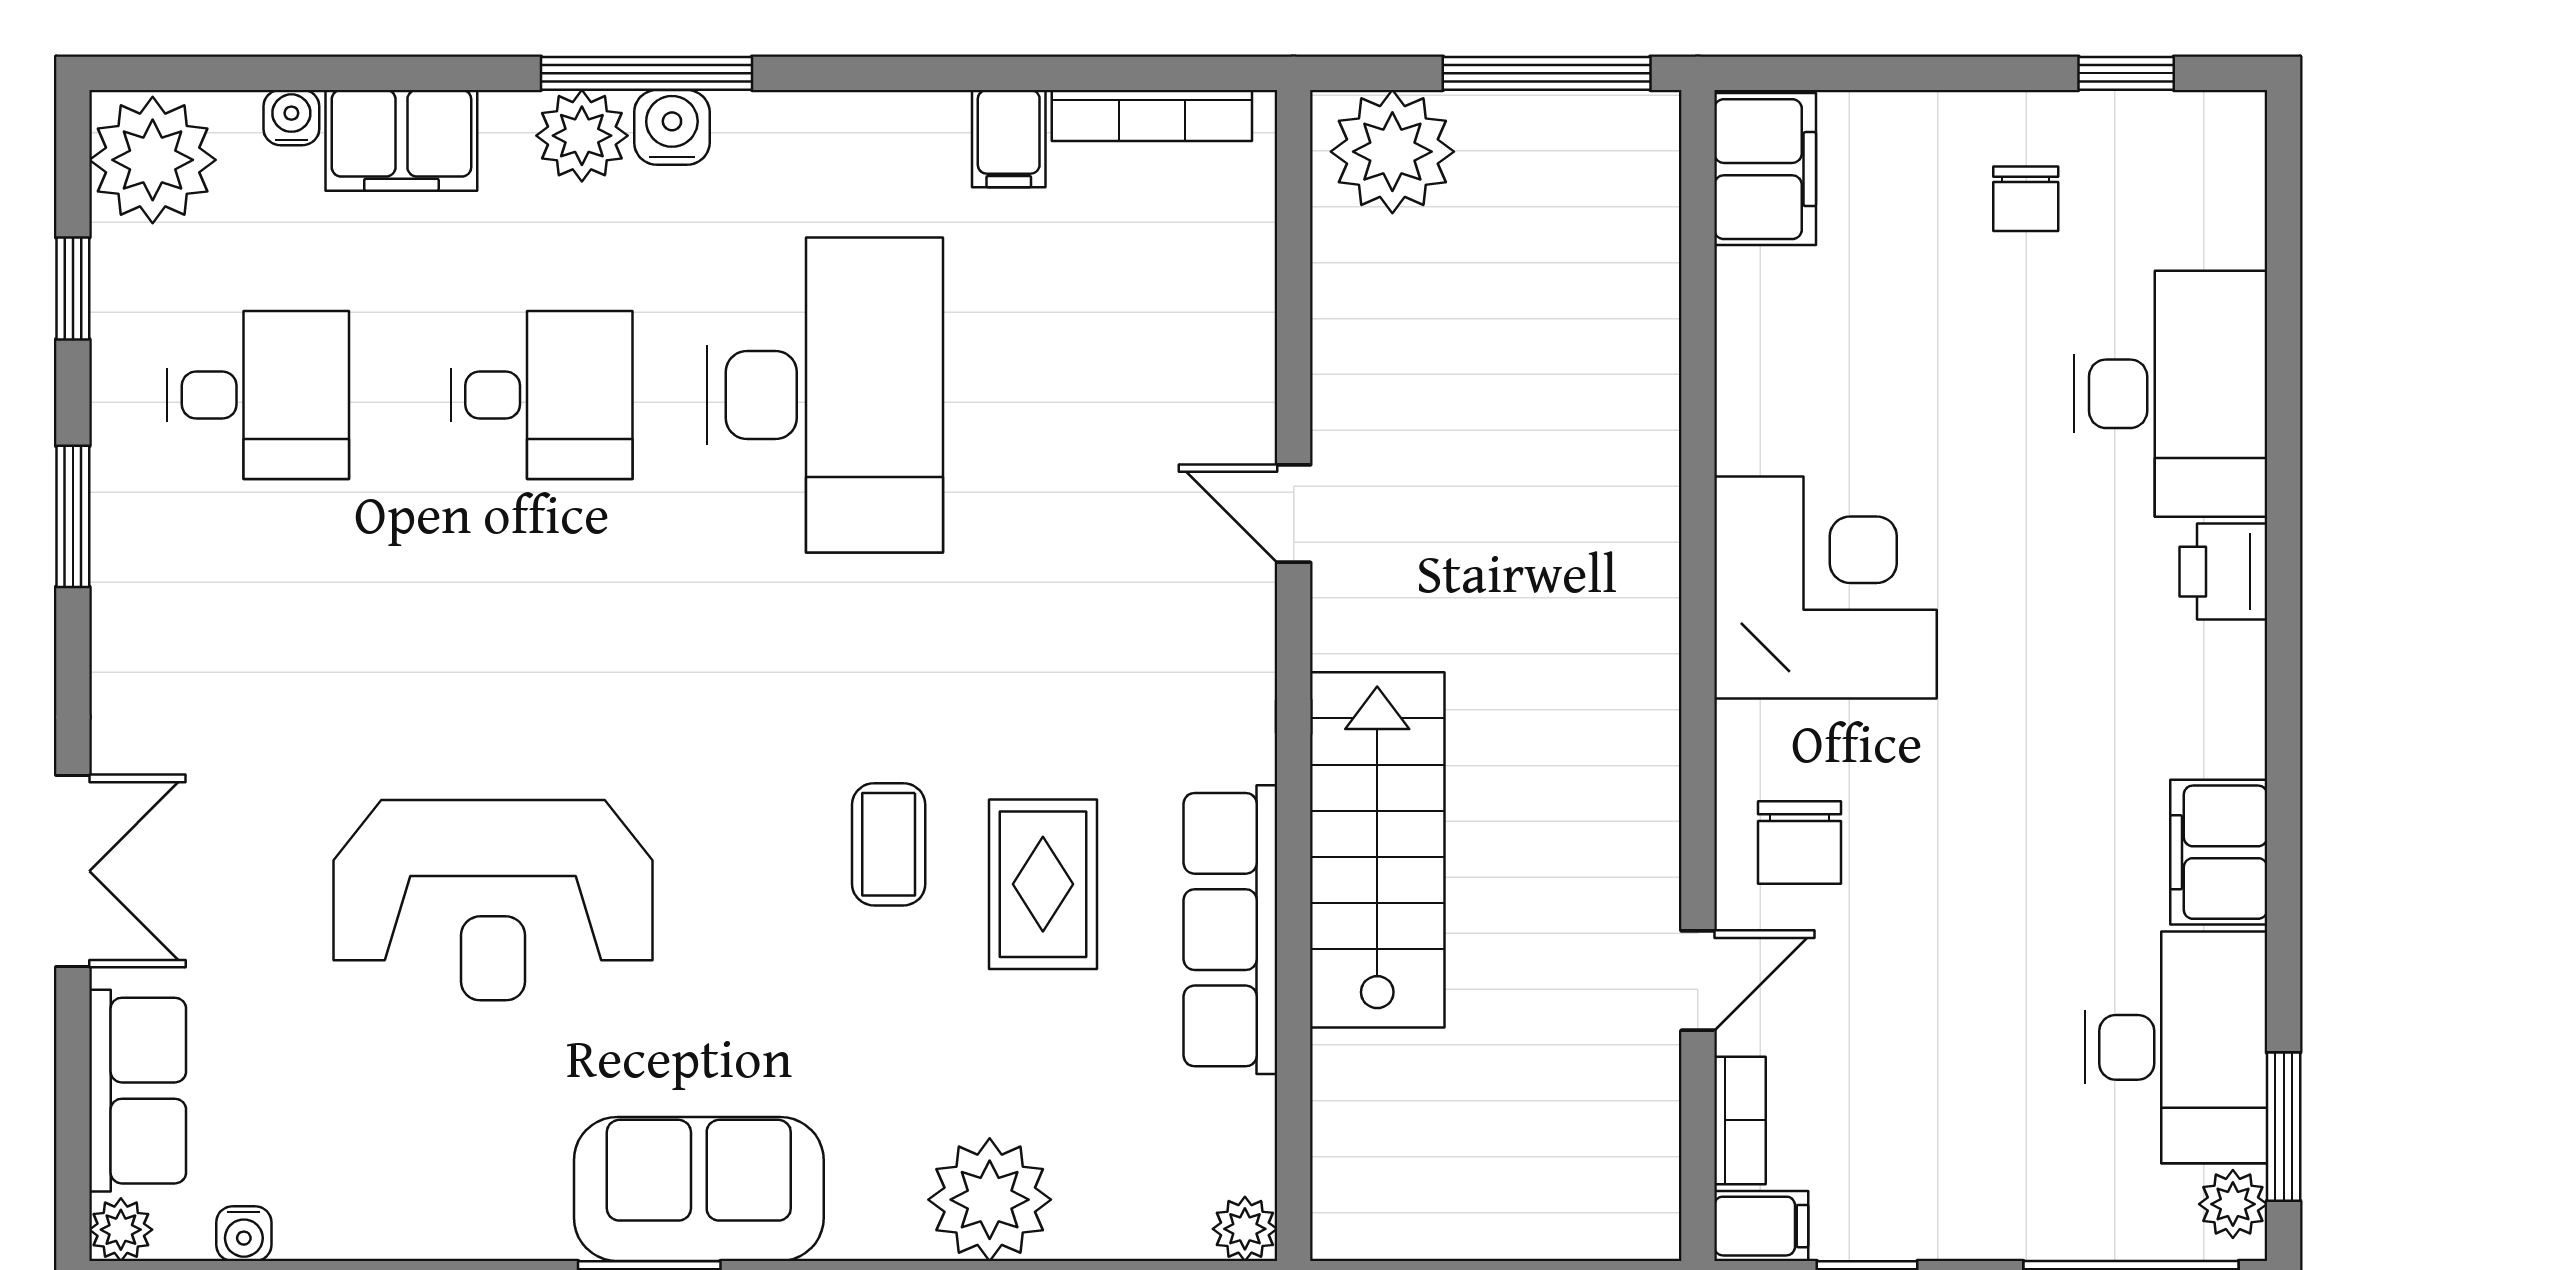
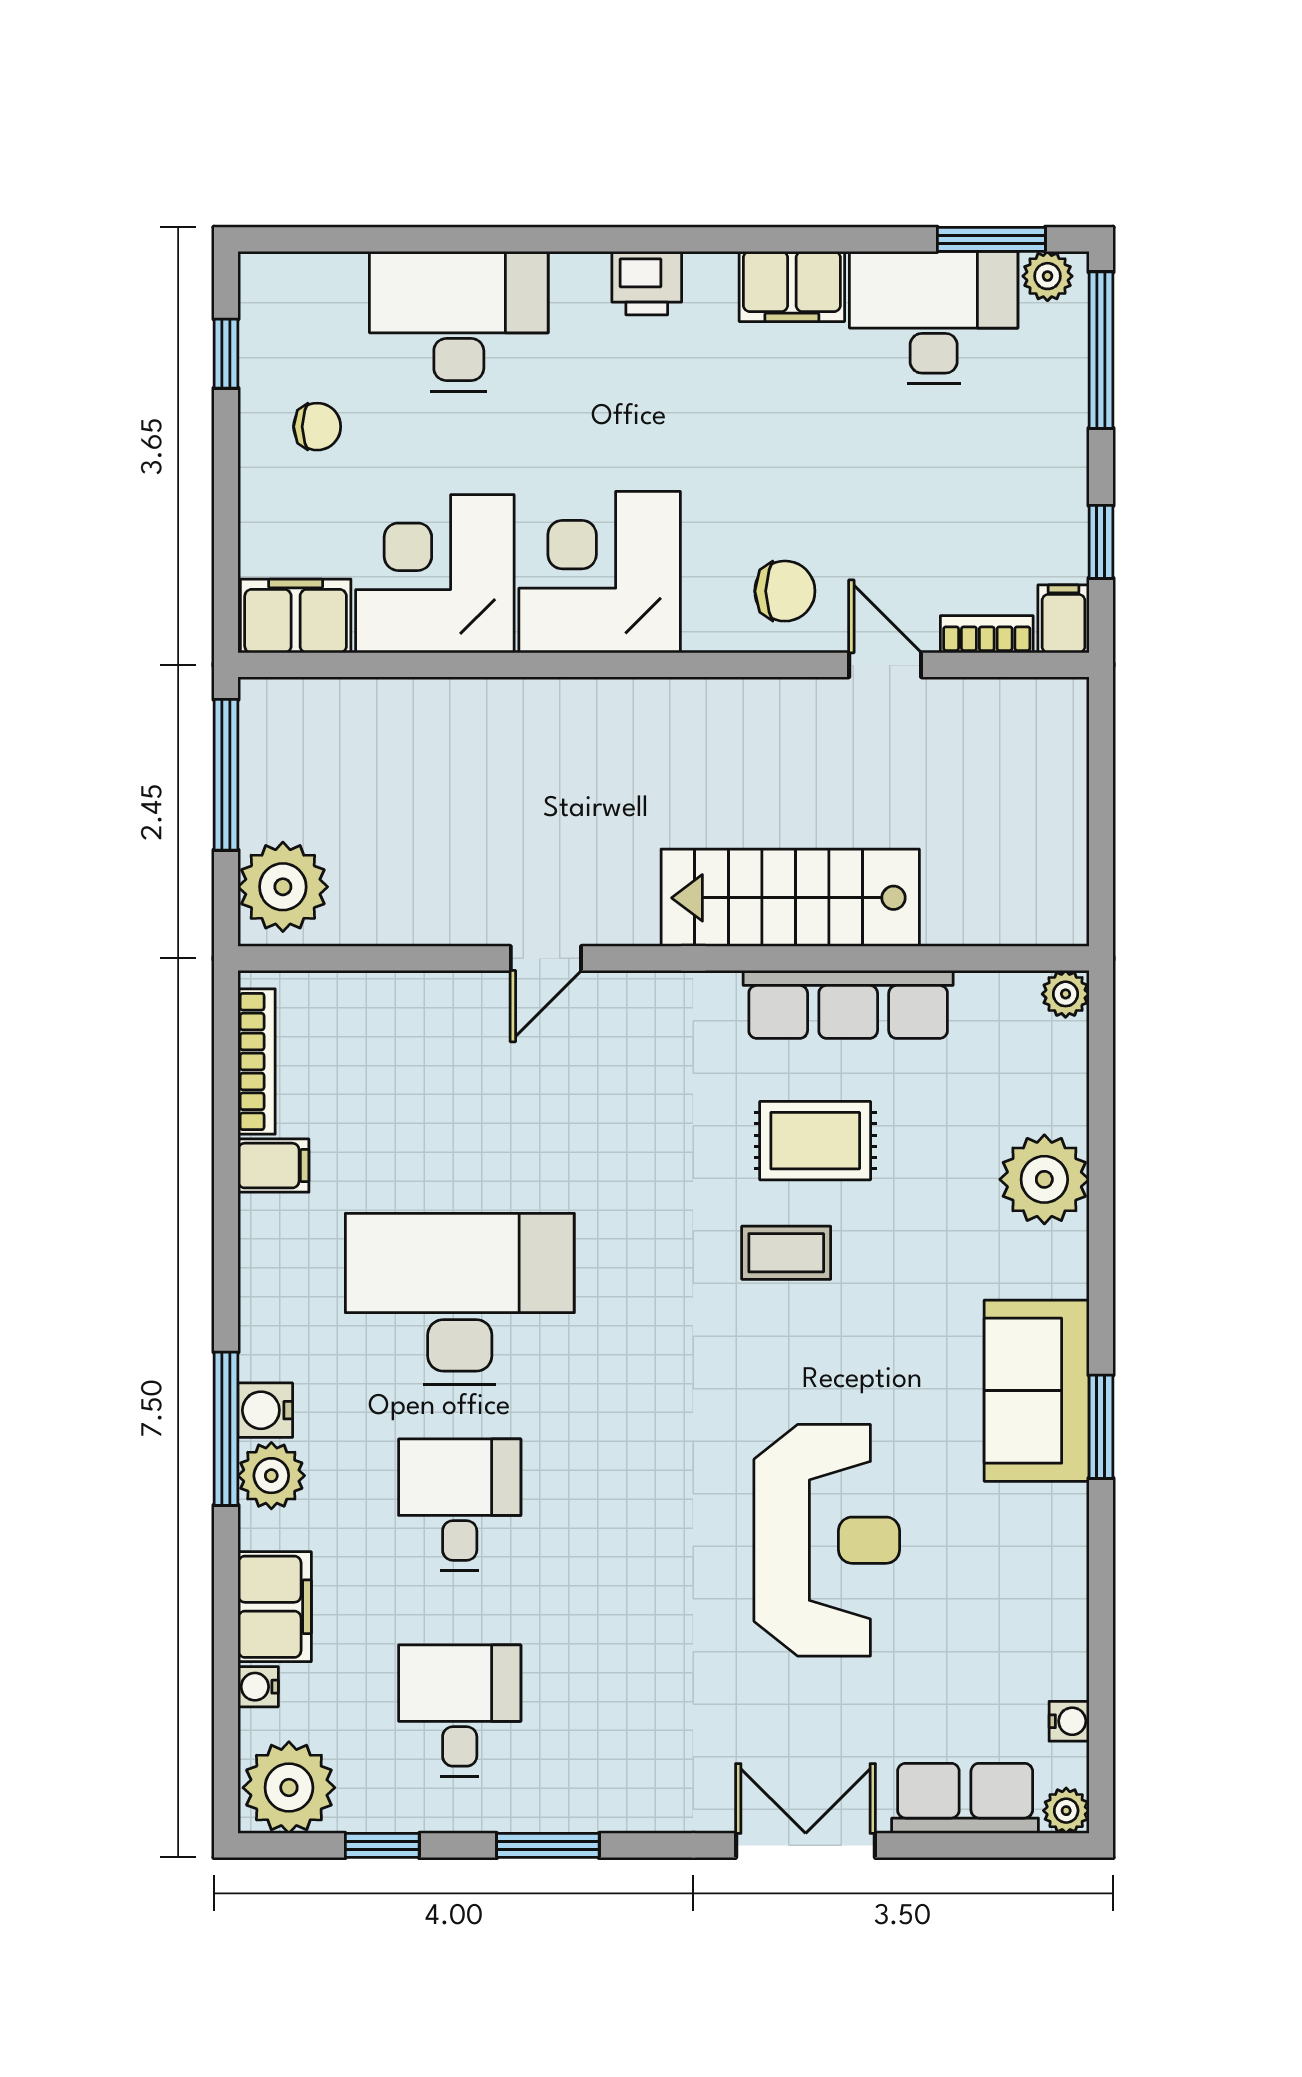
corner desk: (1823, 361) -> (435, 574), added
printer: (2223, 572) -> (647, 283), moved

